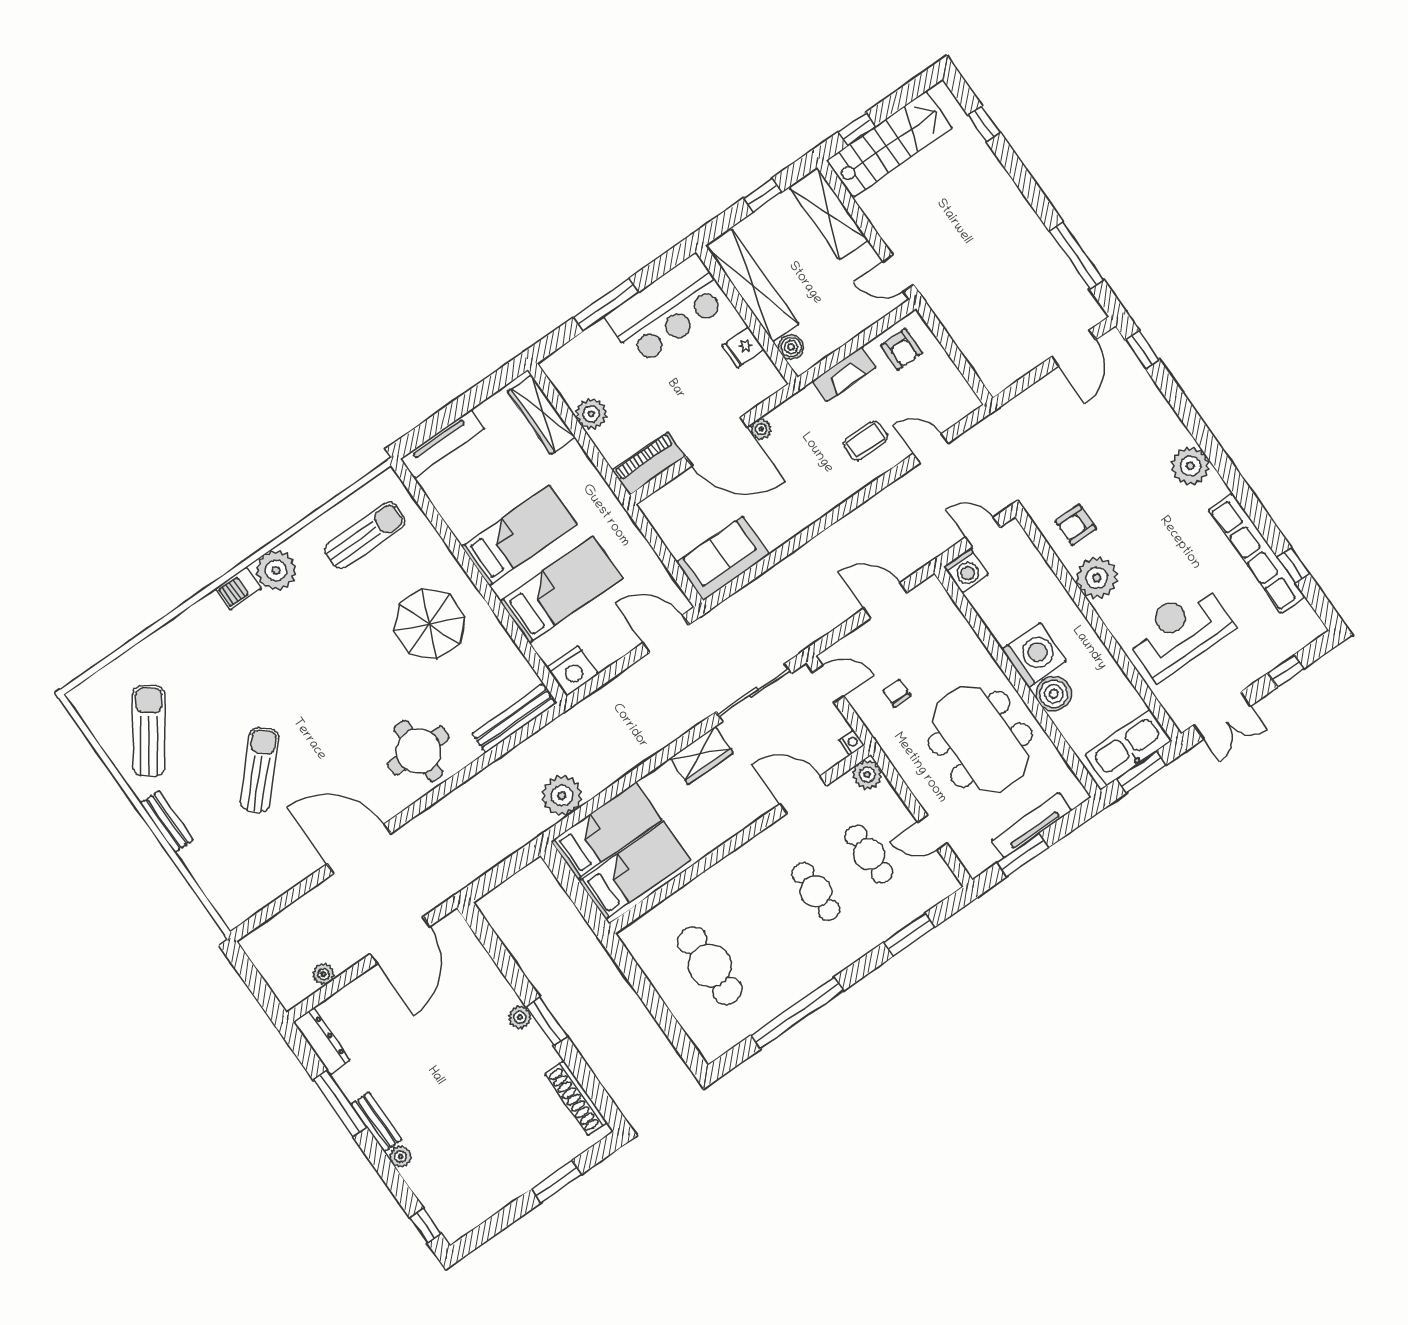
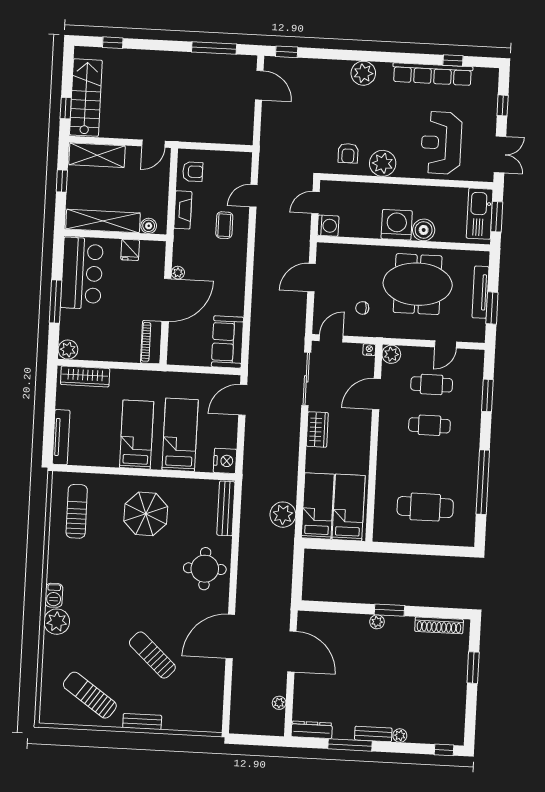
plant: (591, 414) -> (68, 350), moved
plant: (276, 570) -> (57, 622), moved

